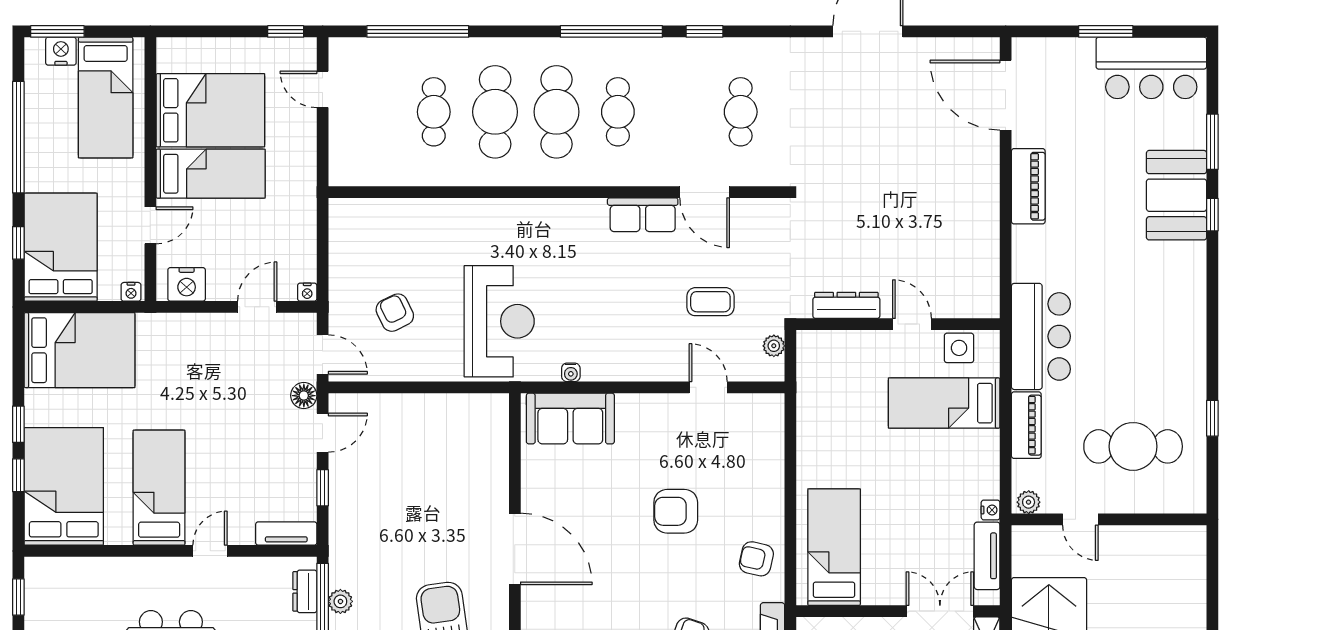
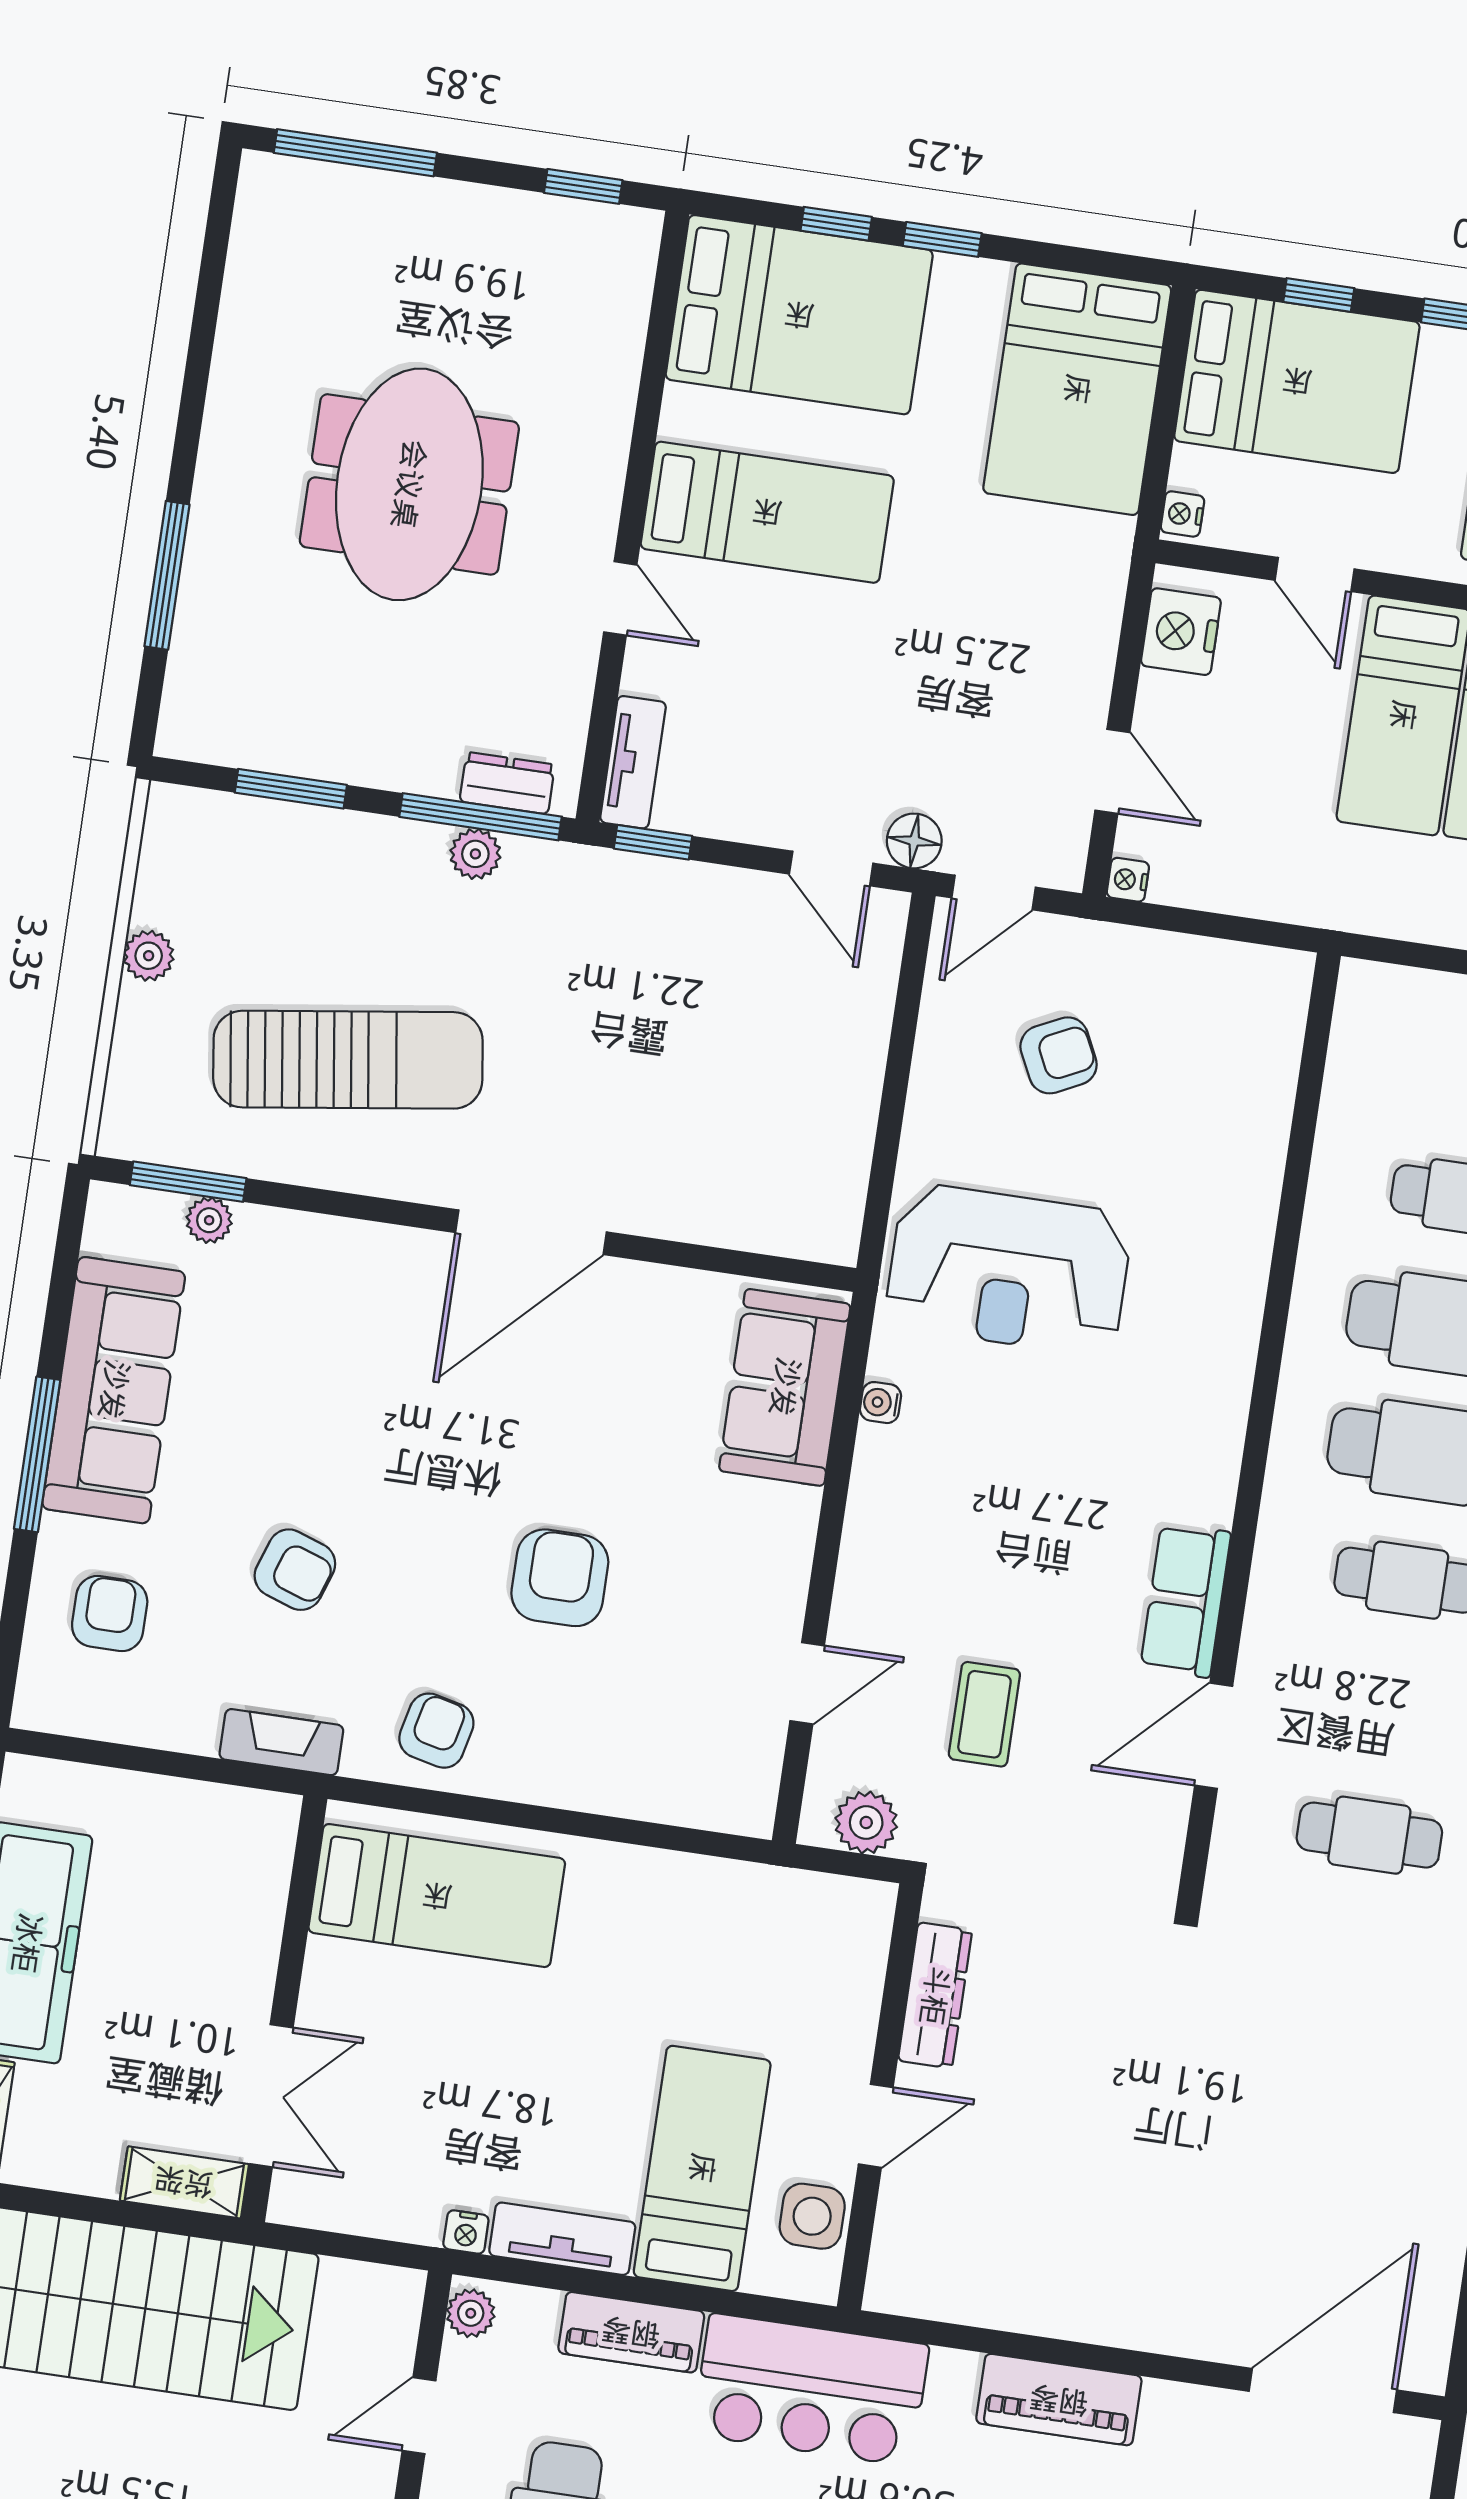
piano: (1028, 186) -> (1059, 2400), moved
plant: (774, 346) -> (866, 1822), width x1.38, depth x1.38
window: (323, 488) -> (653, 842), moved
tv unit: (987, 556) -> (562, 2239), moved

